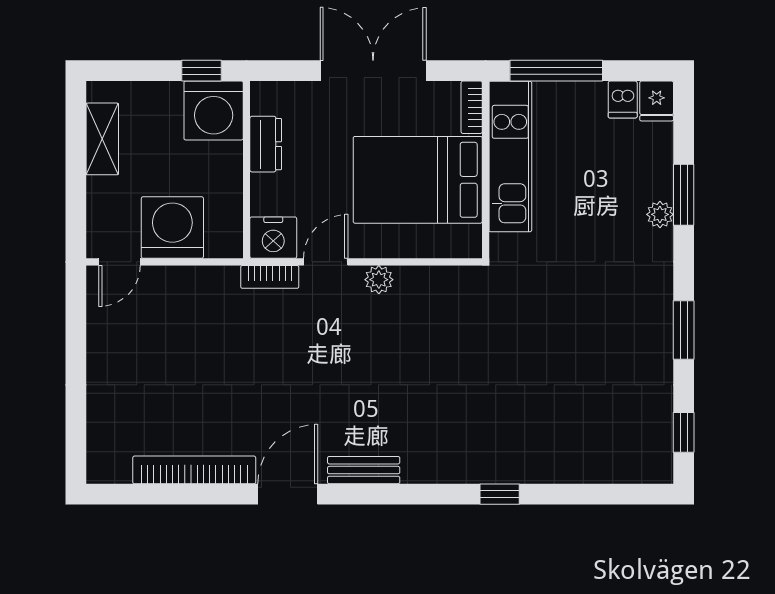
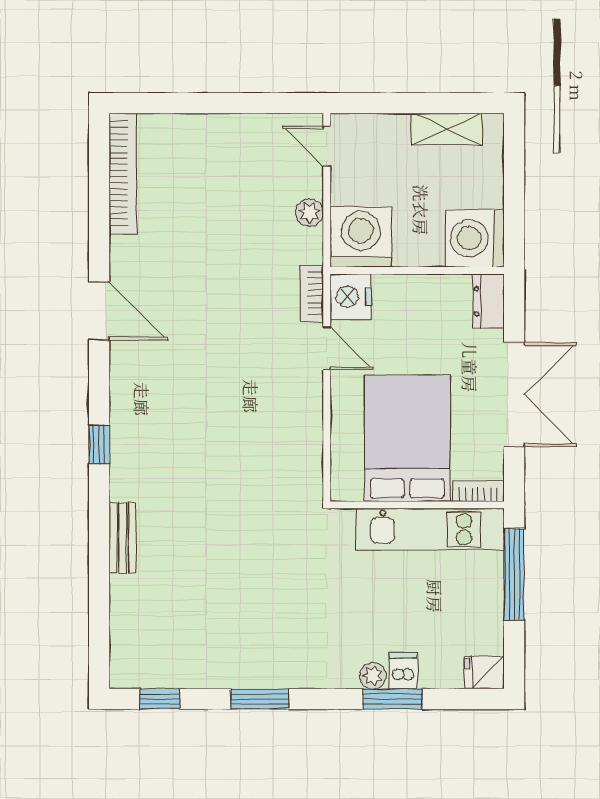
window: (202, 71) -> (514, 226), removed
dishwasher: (623, 99) -> (403, 671), moved, turned 90
dresser: (266, 144) -> (489, 301), moved, turned 90
washing machine: (172, 228) -> (361, 237), moved, turned -90
plant: (379, 280) -> (309, 212), moved
bookcase: (194, 470) -> (123, 173), moved
bench: (364, 470) -> (123, 538), moved
window: (500, 494) -> (99, 445), moved

